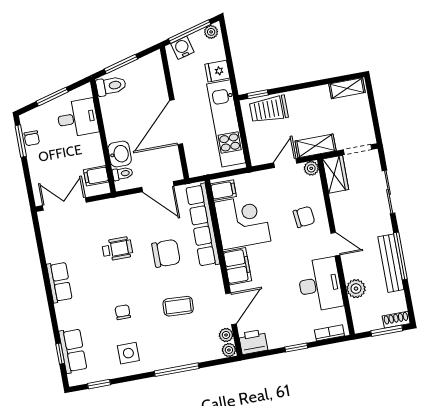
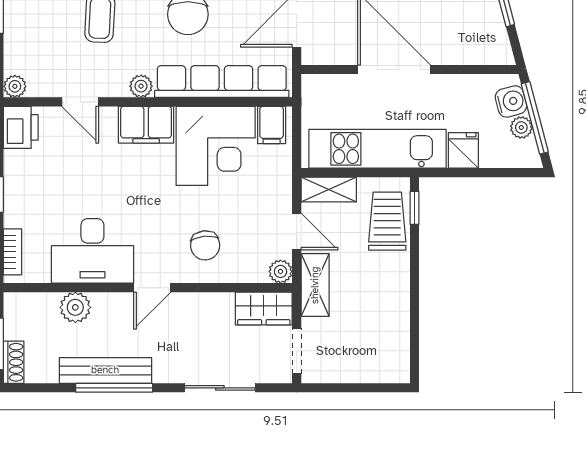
plant: (211, 32) -> (521, 127), moved
shelving: (347, 88) -> (329, 189), moved, turned 90
door: (231, 309) -> (80, 102), width x0.73
plant: (226, 335) -> (141, 86), moved

